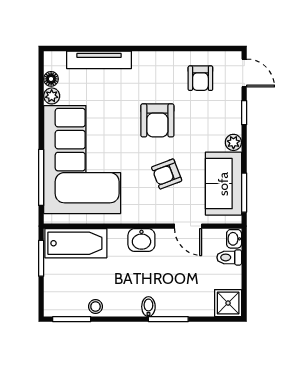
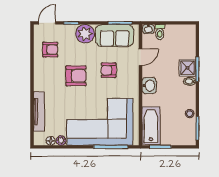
plant: (233, 142) -> (85, 34), width x1.88, depth x1.88
armchair: (167, 174) -> (109, 70), turned 111
shower: (228, 303) -> (188, 68), moved

